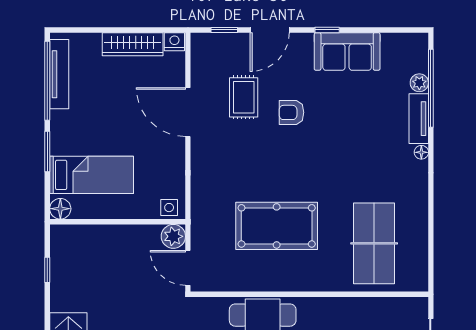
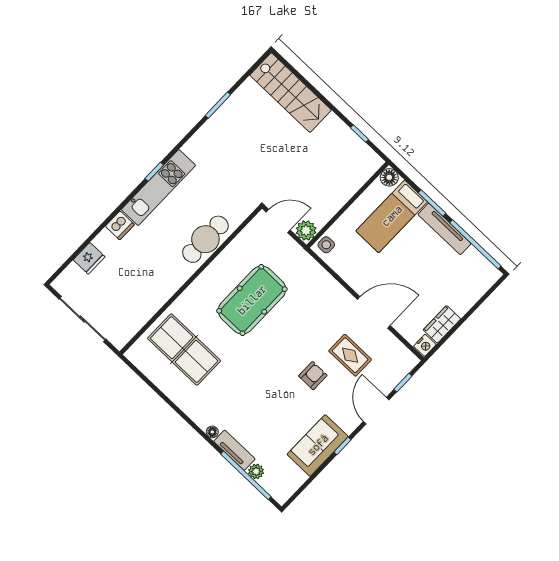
wardrobe: (133, 44) -> (442, 324), width x0.67
tv unit: (59, 74) -> (445, 229), moved

